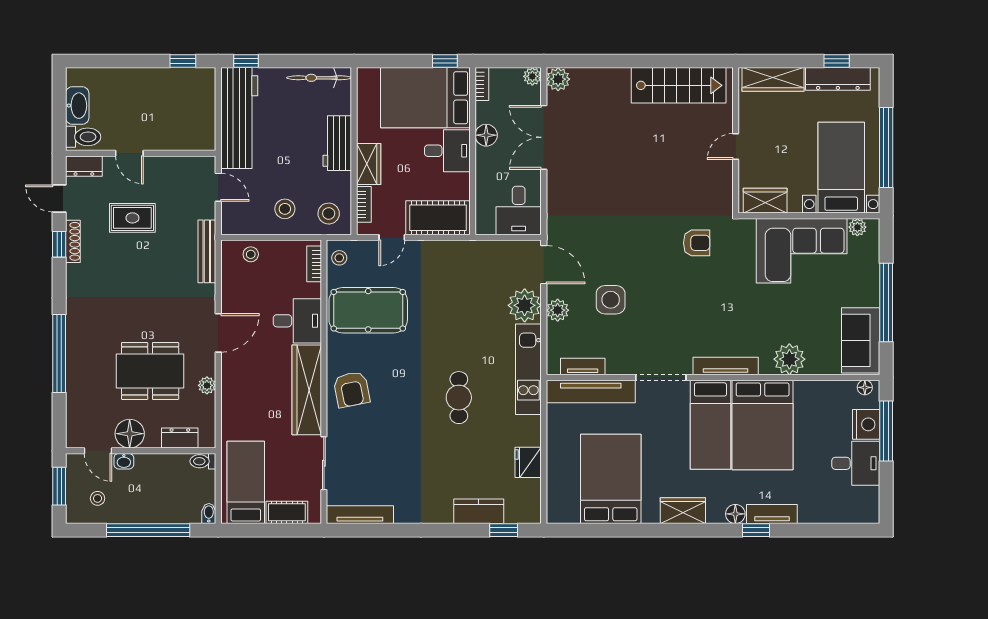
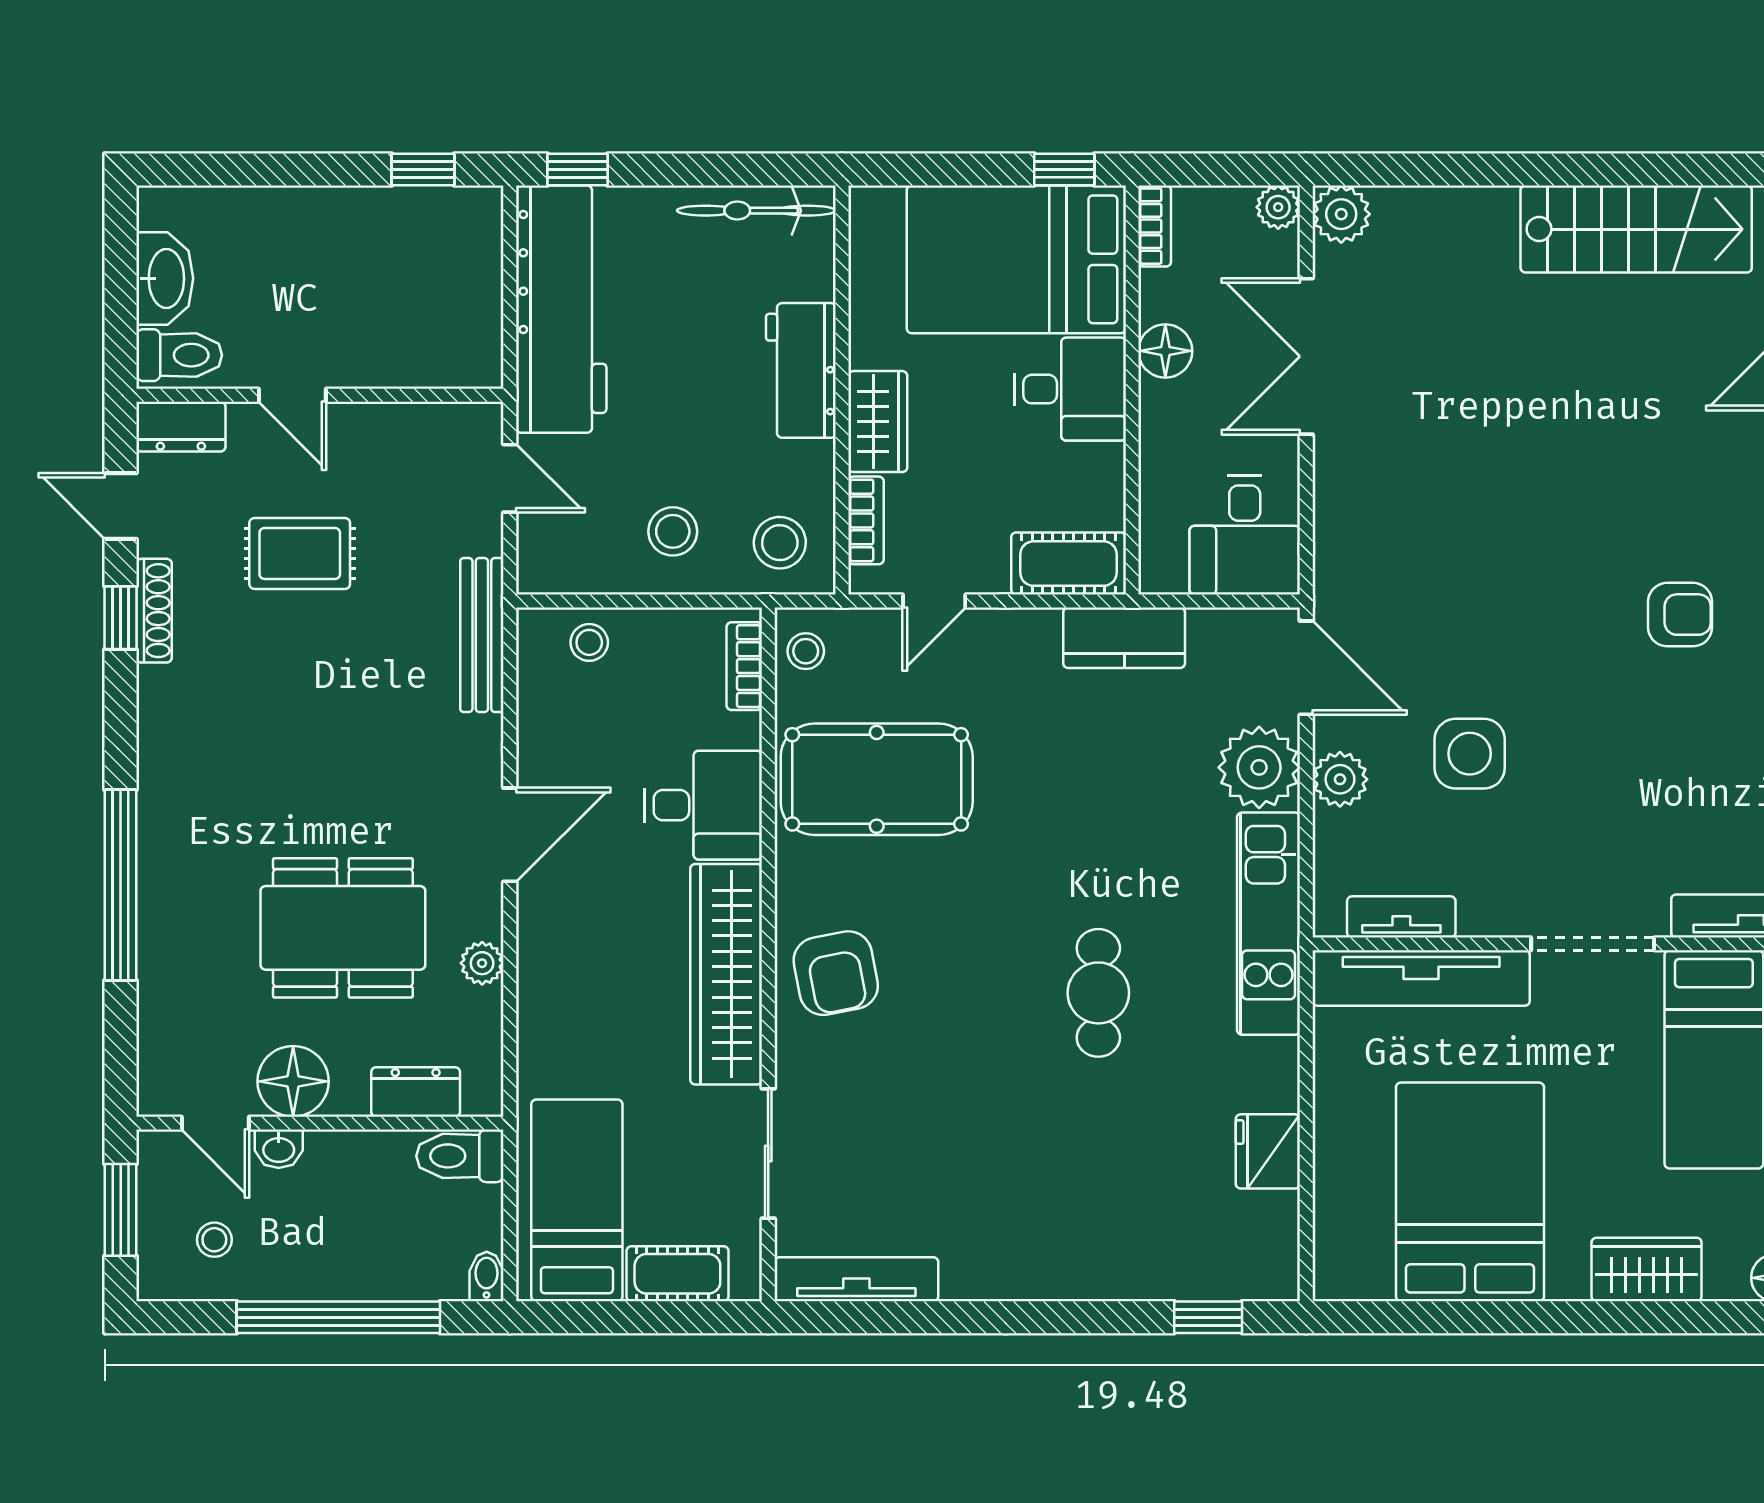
cot: (438, 218) -> (1069, 564), width x0.73, depth x0.75
toilet: (203, 461) -> (460, 1156), width x1.37, depth x1.39
kitchen counter: (479, 511) -> (1124, 638), moved, turned 180

